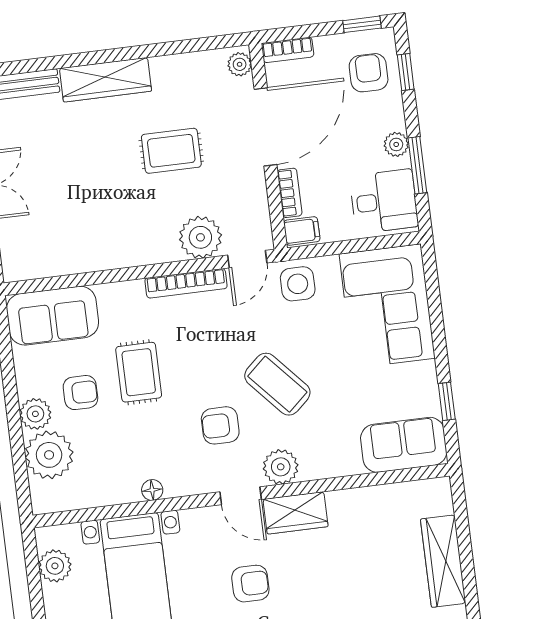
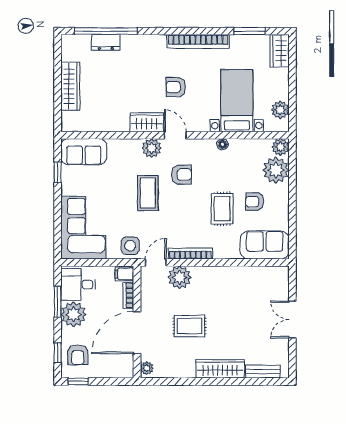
bookcase: (288, 50) -> (120, 373), removed
plant: (396, 144) -> (73, 314), width x1.87, depth x1.87
coffee table: (277, 384) -> (148, 193), turned 42
plant: (35, 414) -> (281, 147), moved

